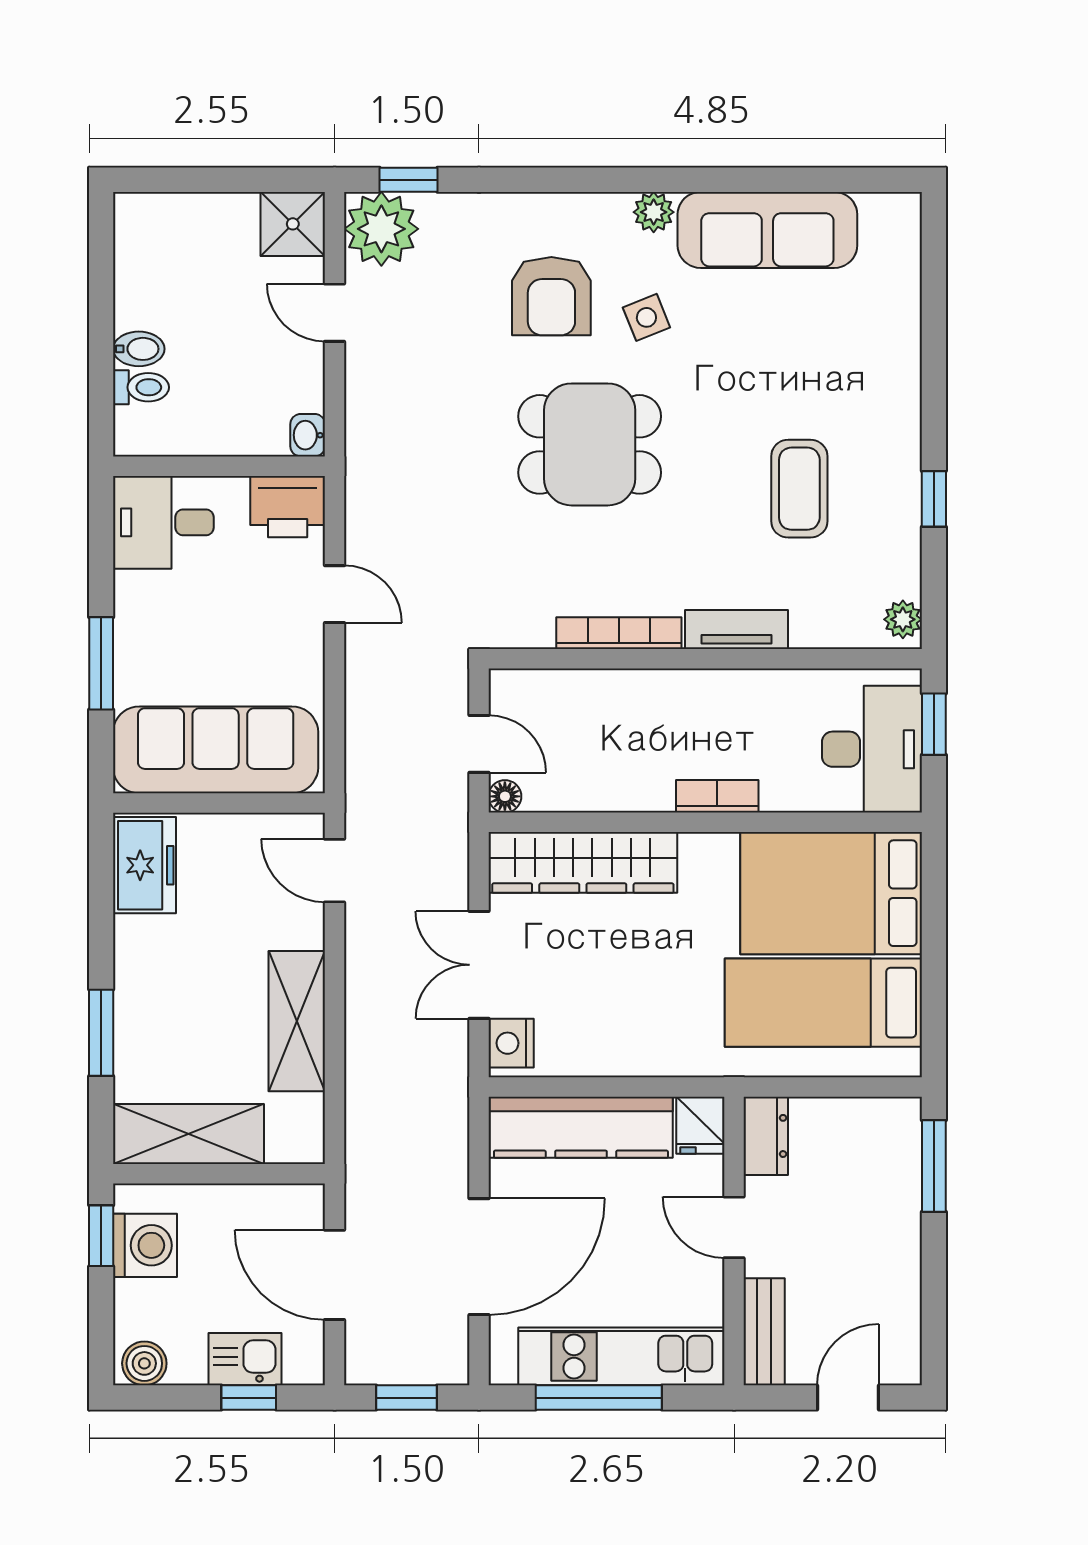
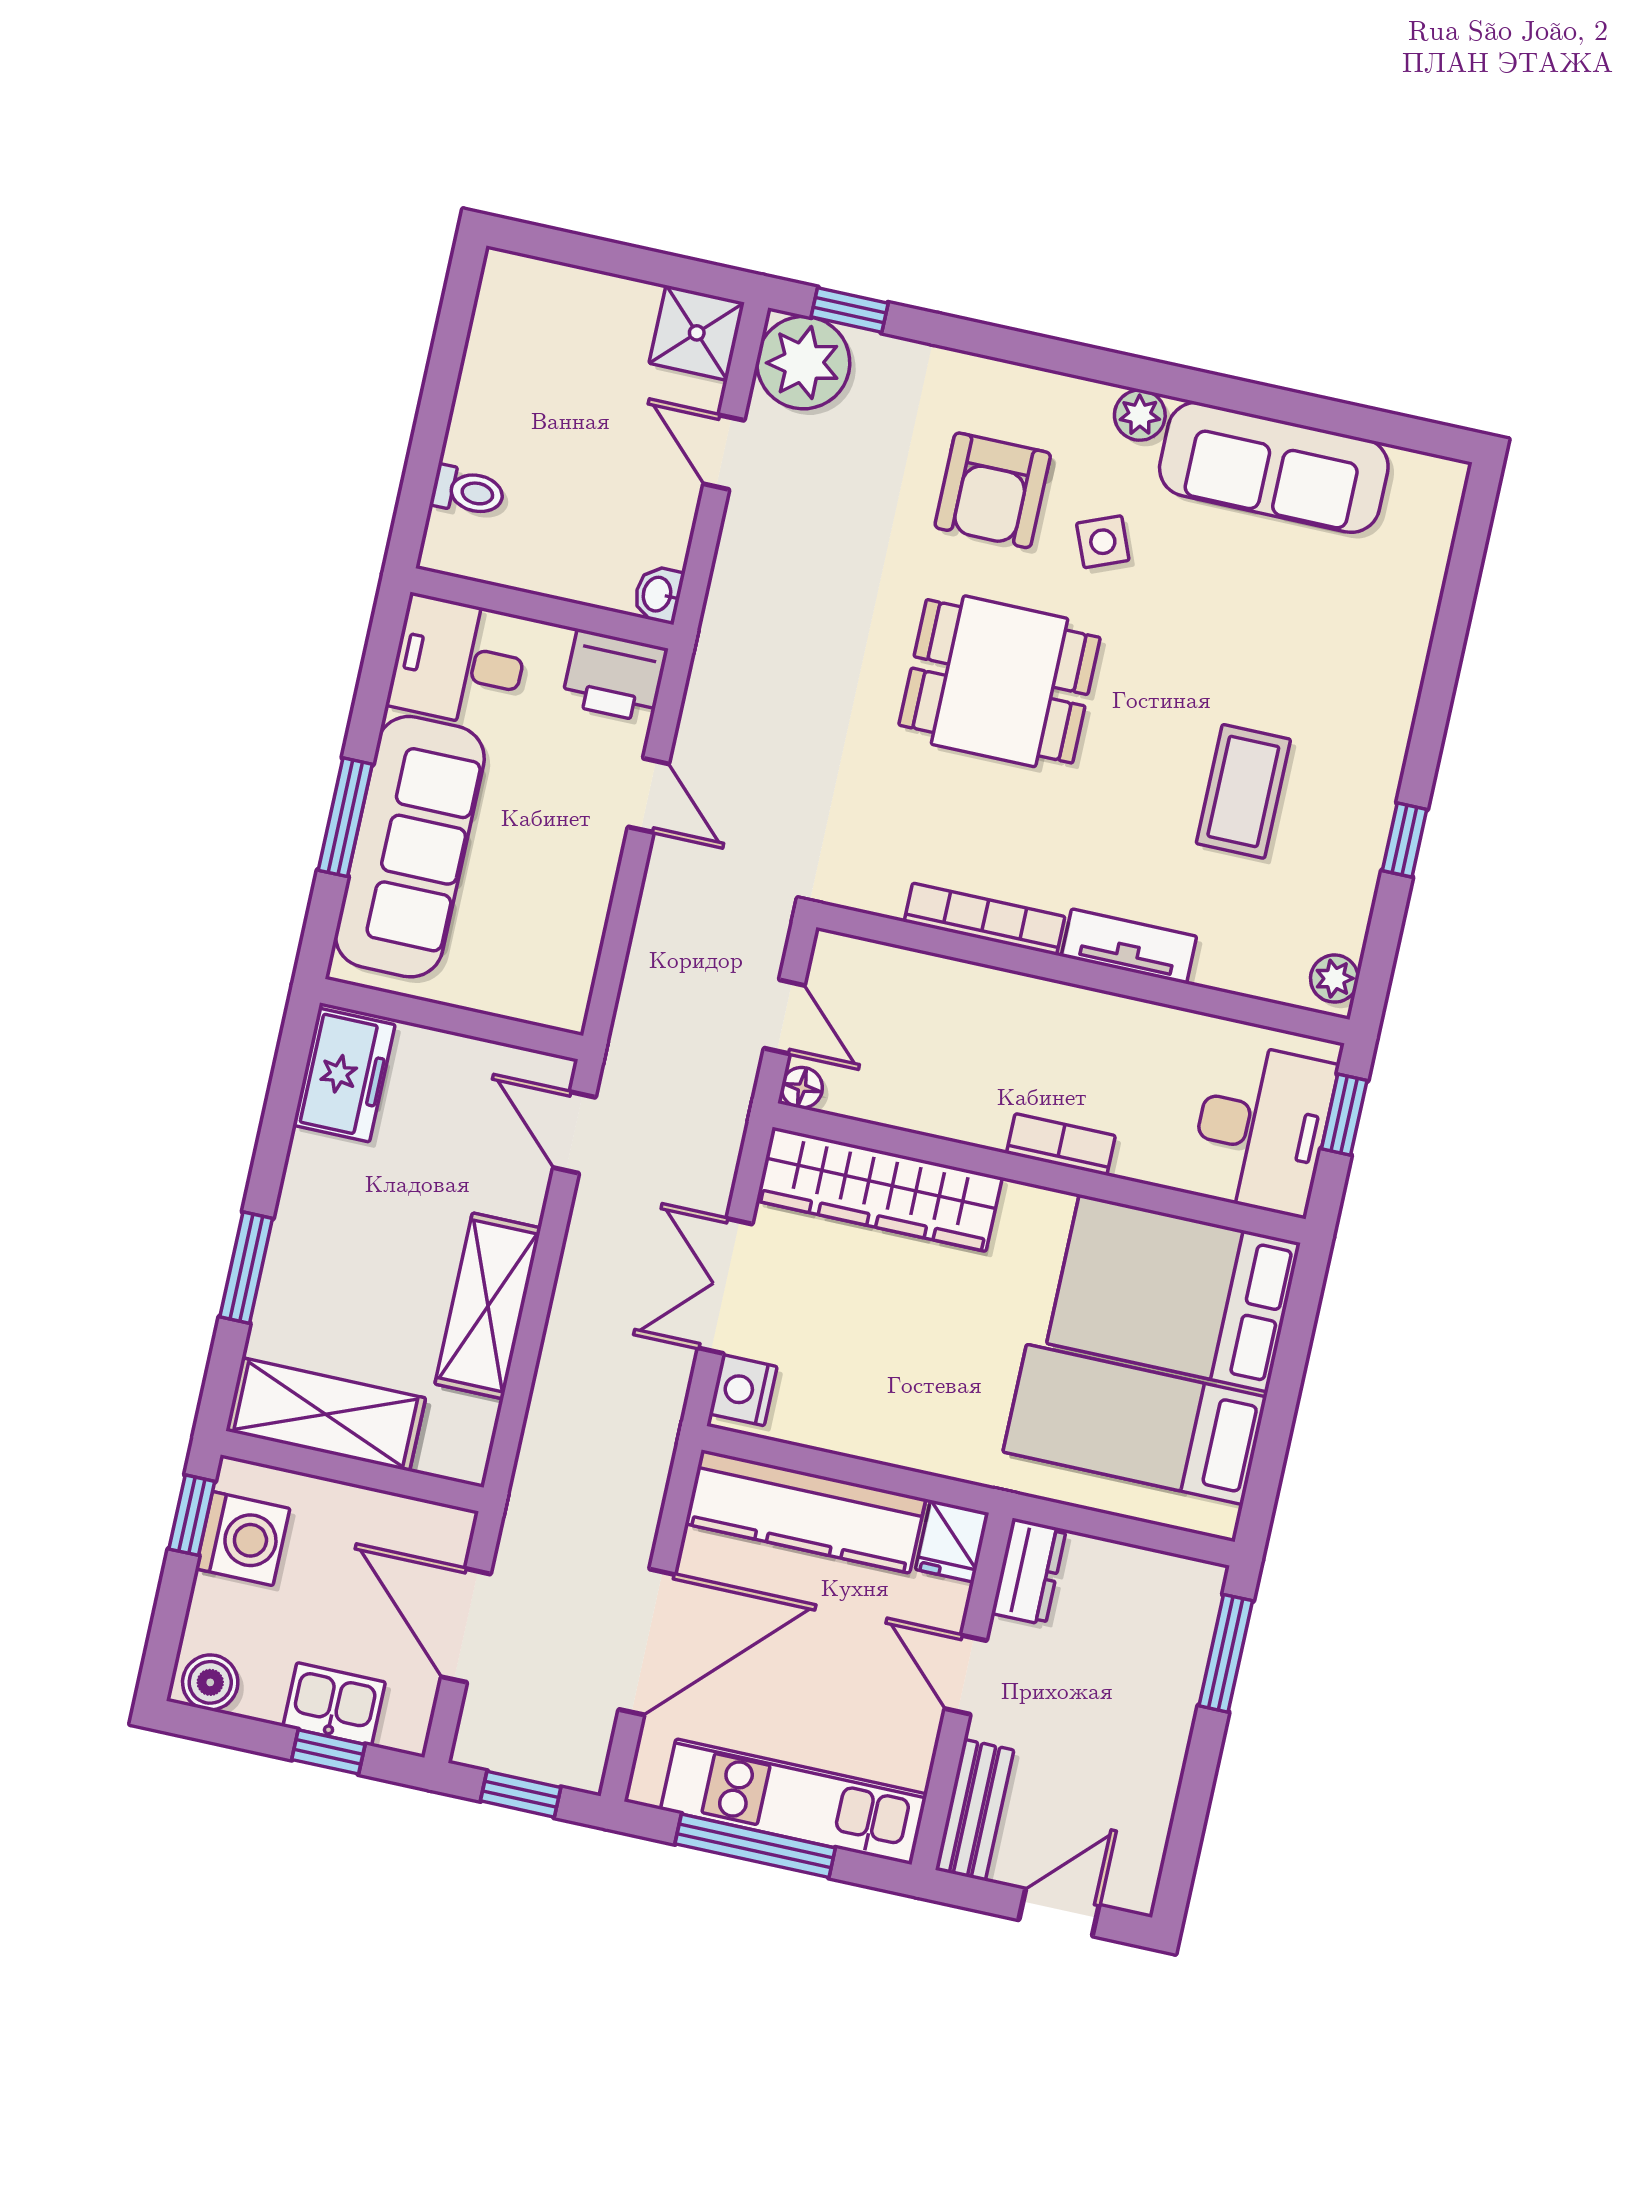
bidet: (139, 349) -> (475, 444), removed
sofa: (216, 750) -> (410, 847), moved, turned 90

